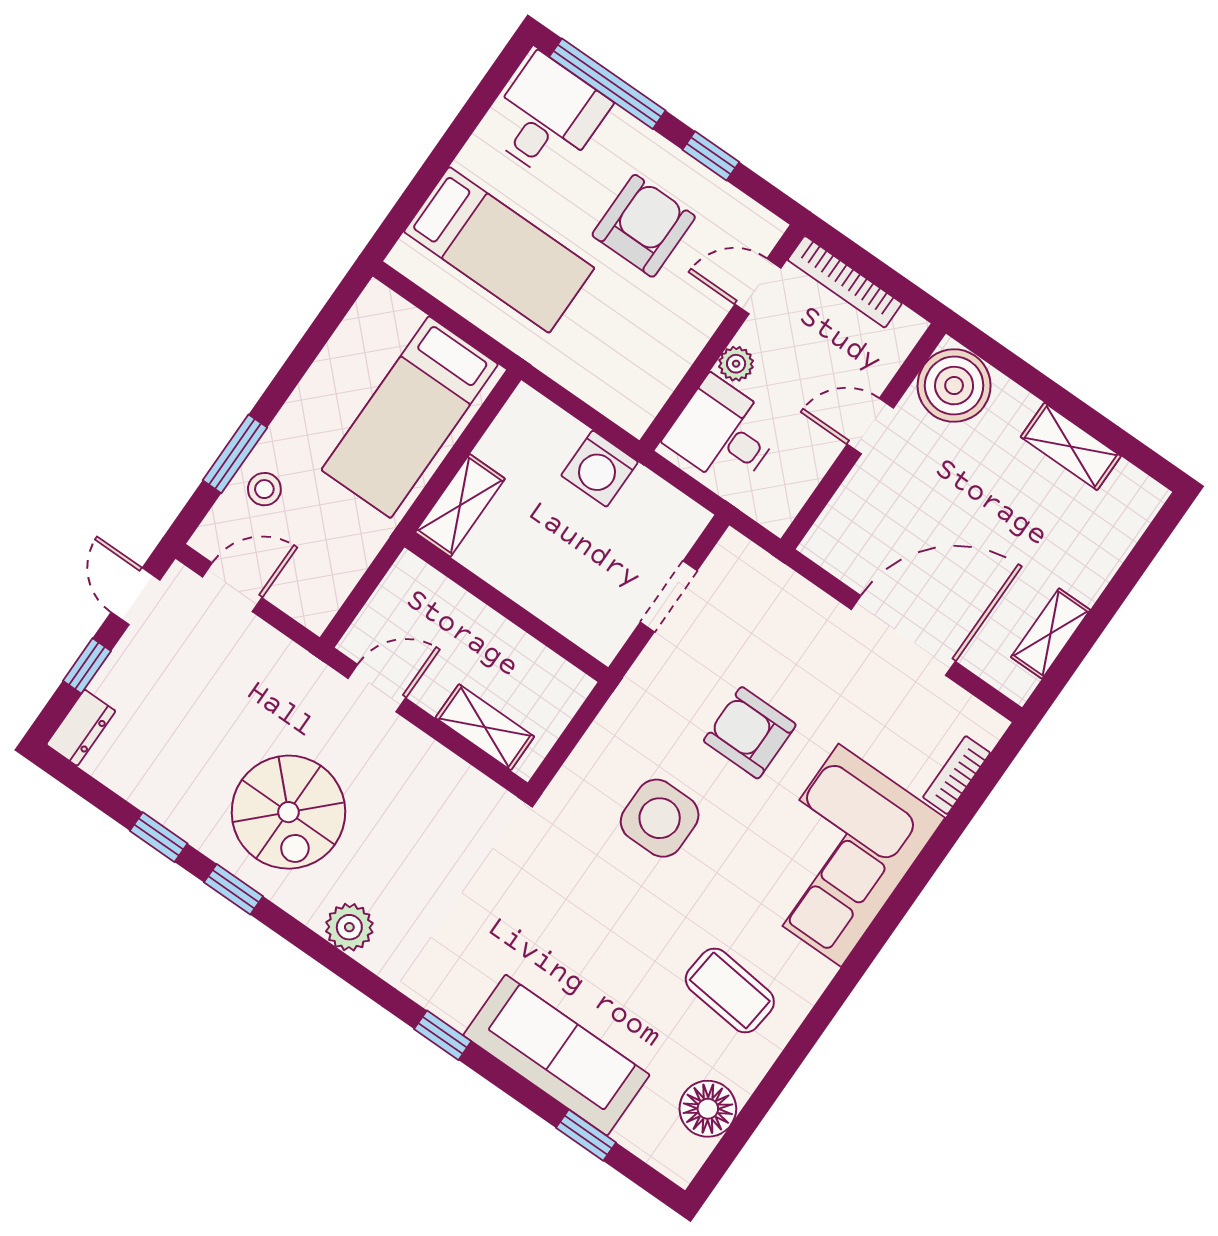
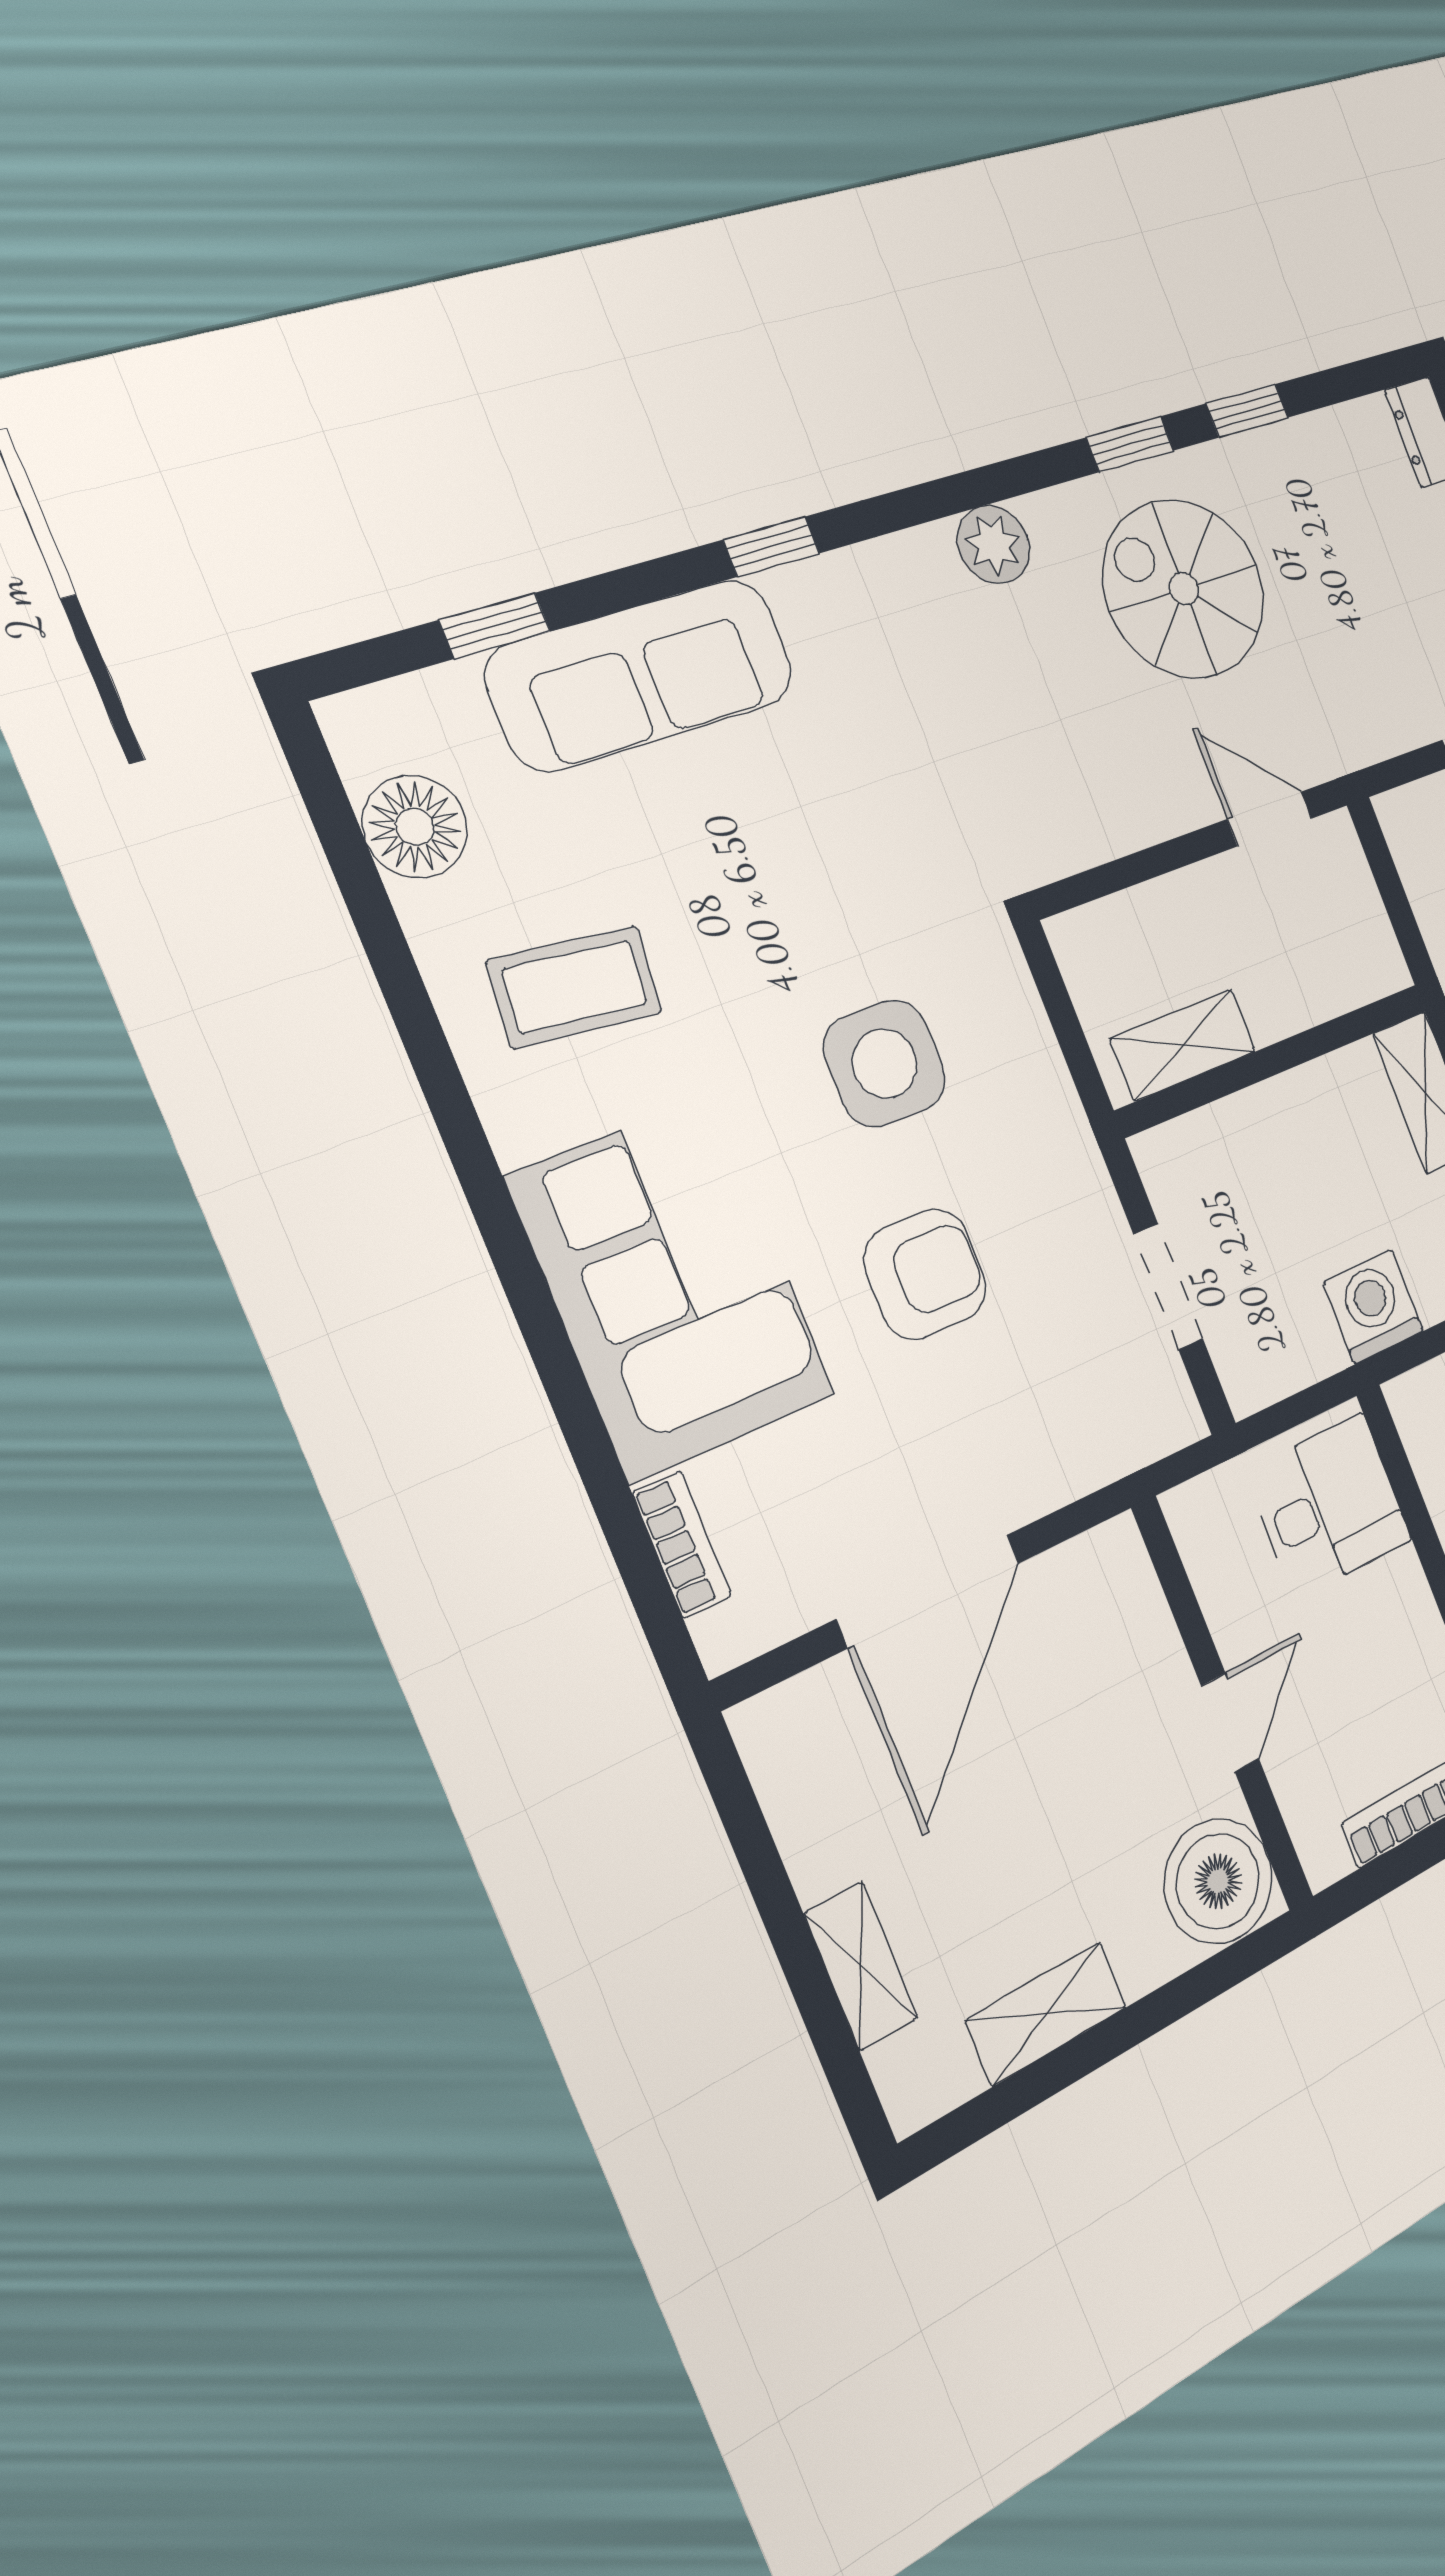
plant: (736, 364) -> (1403, 1582), removed
shelving: (1051, 634) -> (861, 1966), moved
door: (377, 688) -> (1270, 819), swing flipped
shelving: (485, 727) -> (1183, 1045), moved

